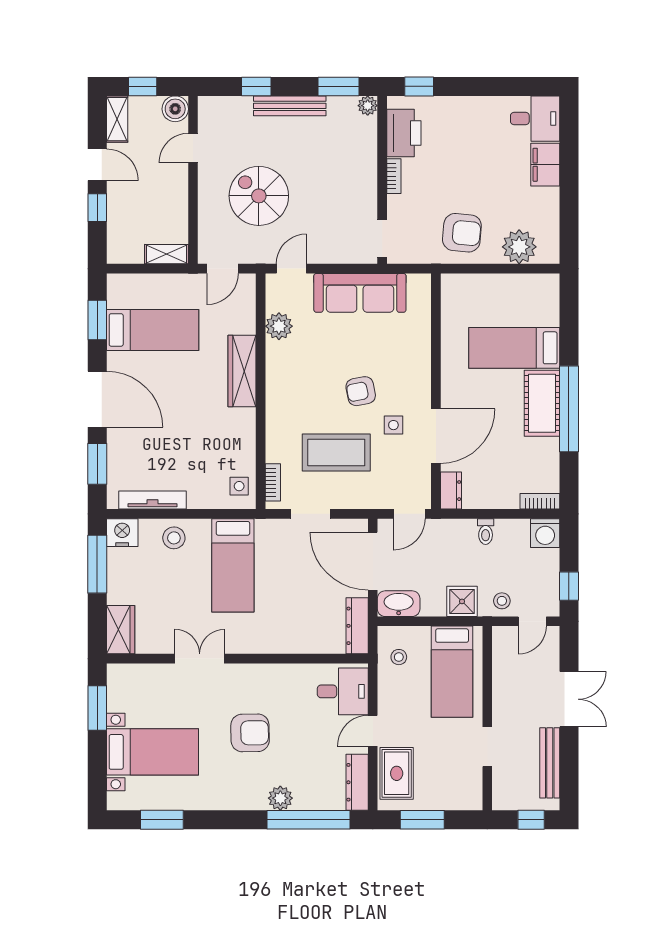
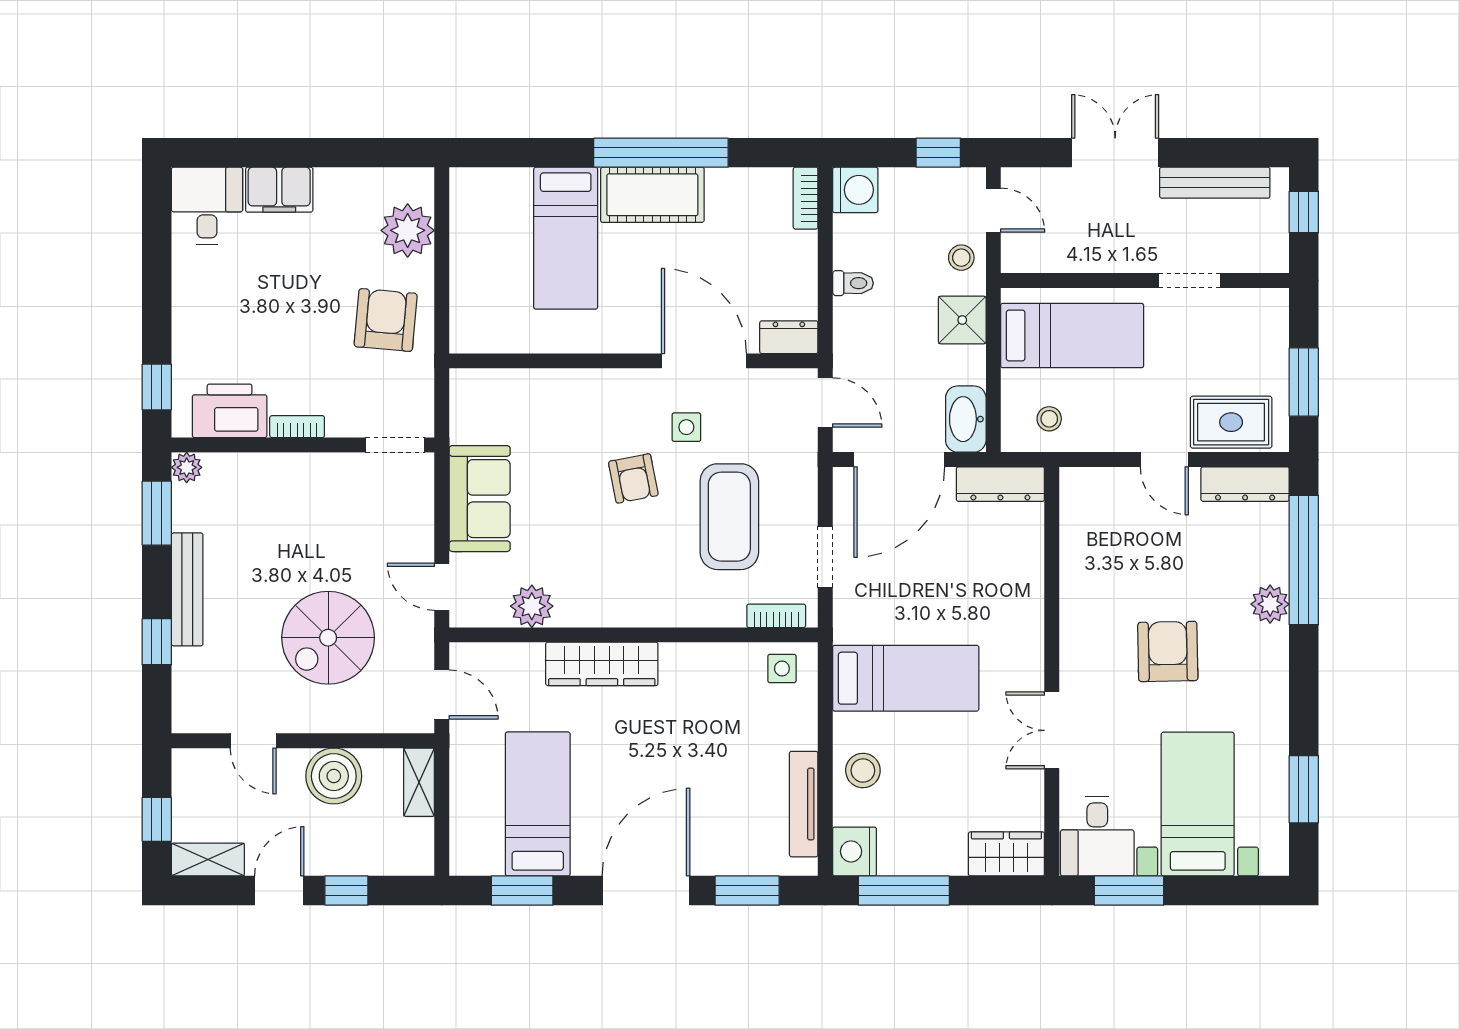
boiler: (175, 109) -> (334, 776), moved, width x1.37, depth x1.37
sofa: (360, 293) -> (480, 499), width x0.73
desk: (343, 691) -> (1097, 836), moved, turned 180

